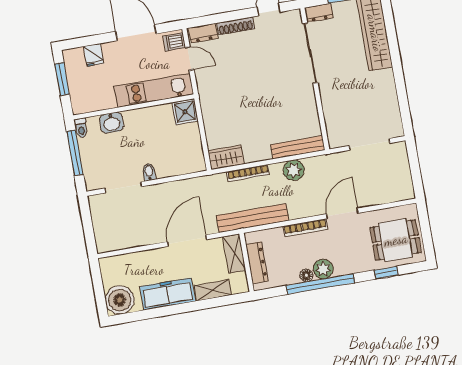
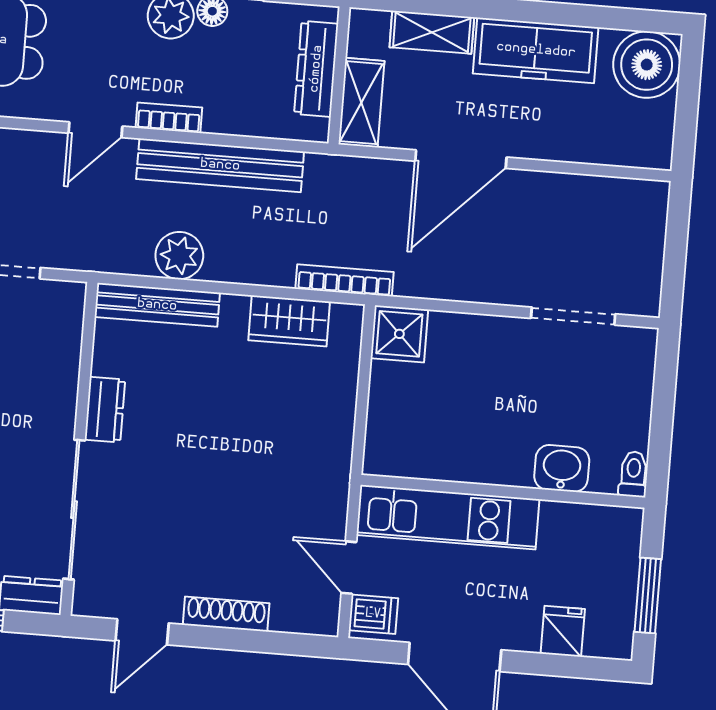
dresser: (203, 33) -> (105, 410), moved, turned 90
shower: (185, 112) -> (399, 334), moved
window: (75, 153) -> (662, 422), removed
wardrobe: (226, 157) -> (289, 321), moved
bidet: (149, 172) -> (506, 336), removed
bookcase: (248, 173) -> (345, 280), moved
door: (342, 214) -> (95, 130), width x0.73
bench: (253, 218) -> (220, 165), moved
bookcase: (305, 228) -> (169, 118), width x0.64

